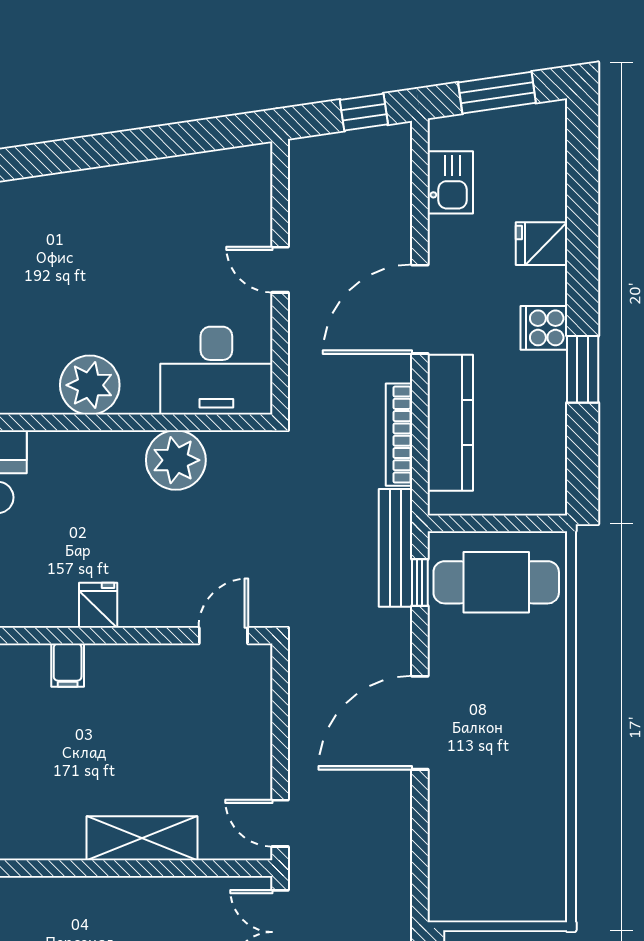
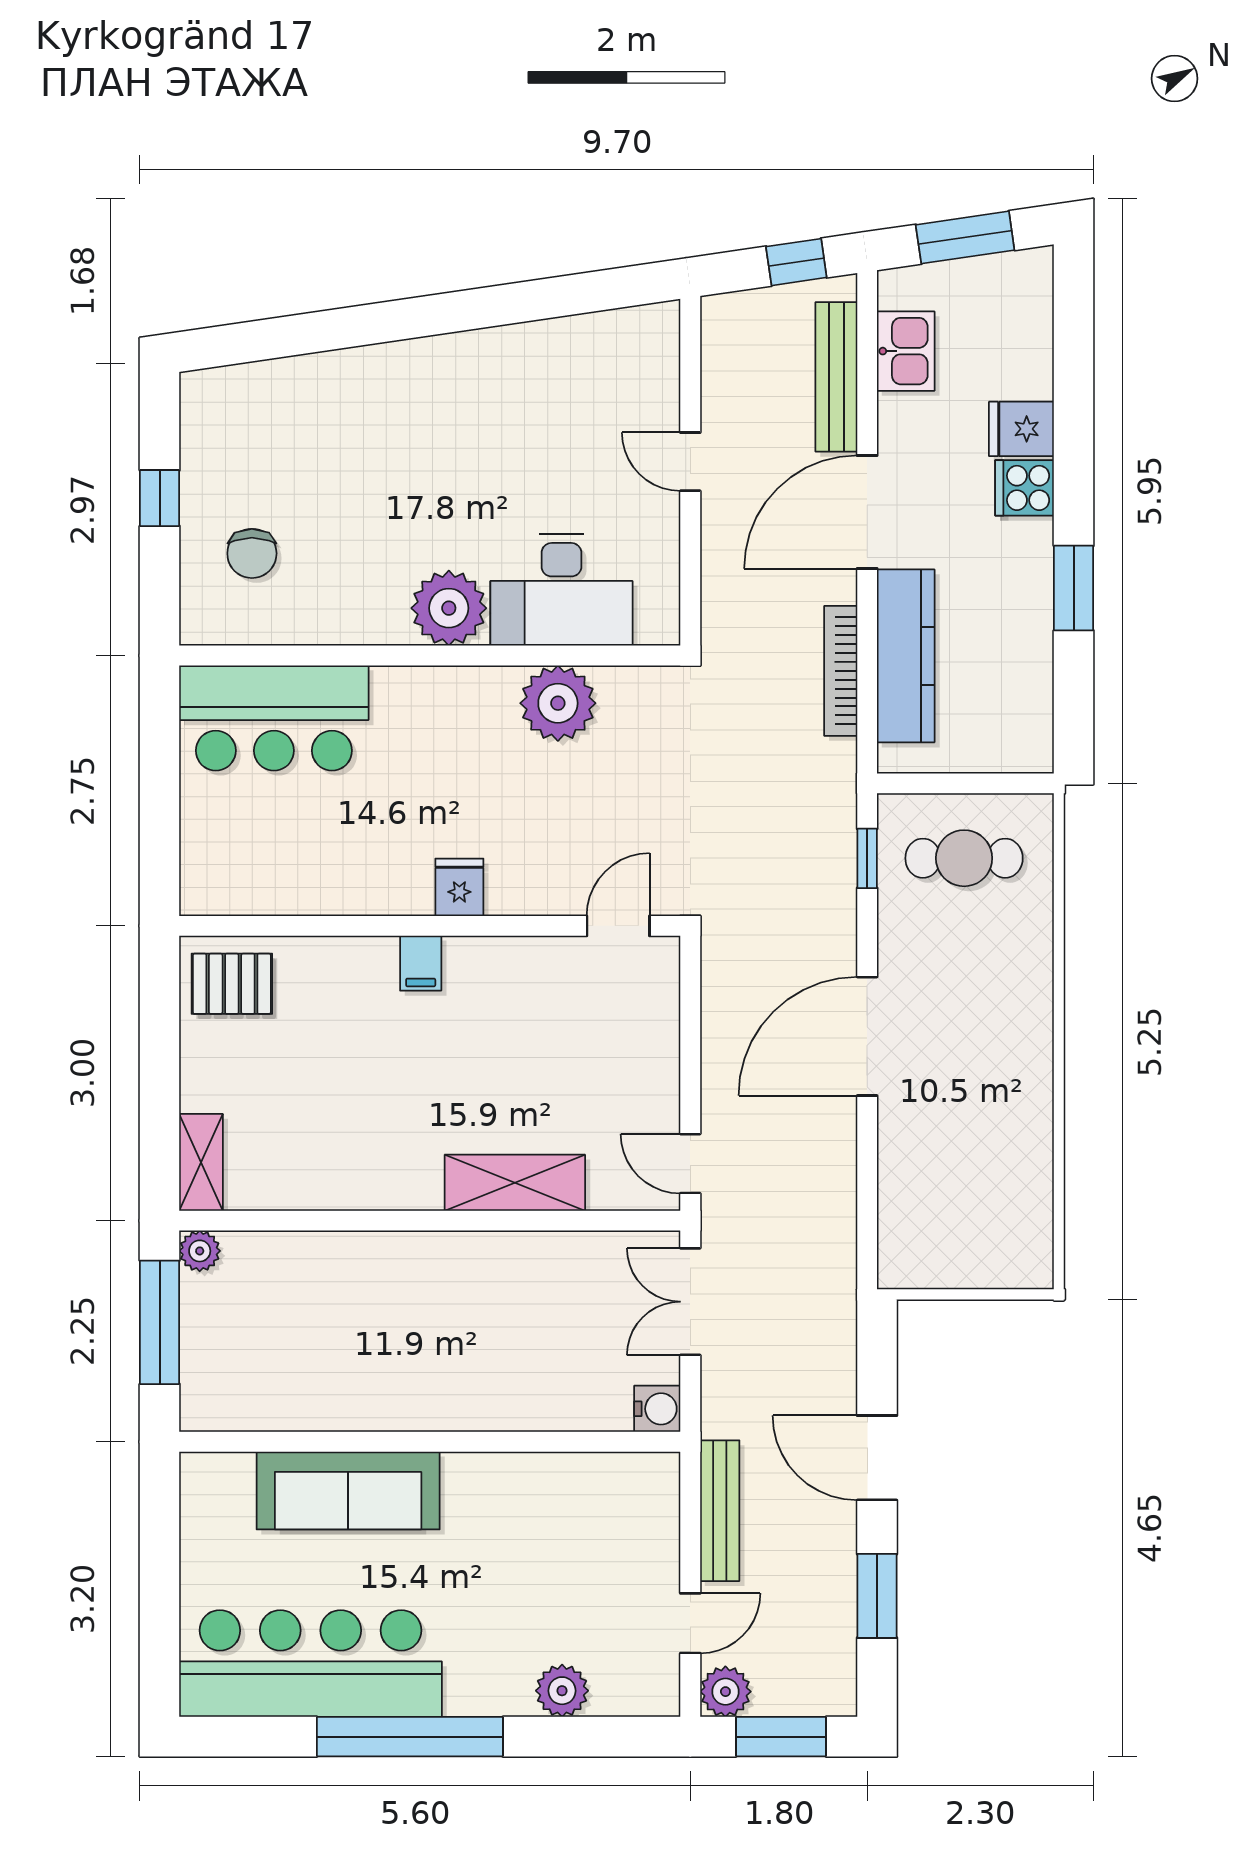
cooker: (544, 328) -> (1025, 488), moved
desk: (216, 371) -> (561, 590), moved
bench: (395, 548) -> (836, 377), moved
cafe table: (496, 582) -> (964, 858), width x0.73, depth x0.74

